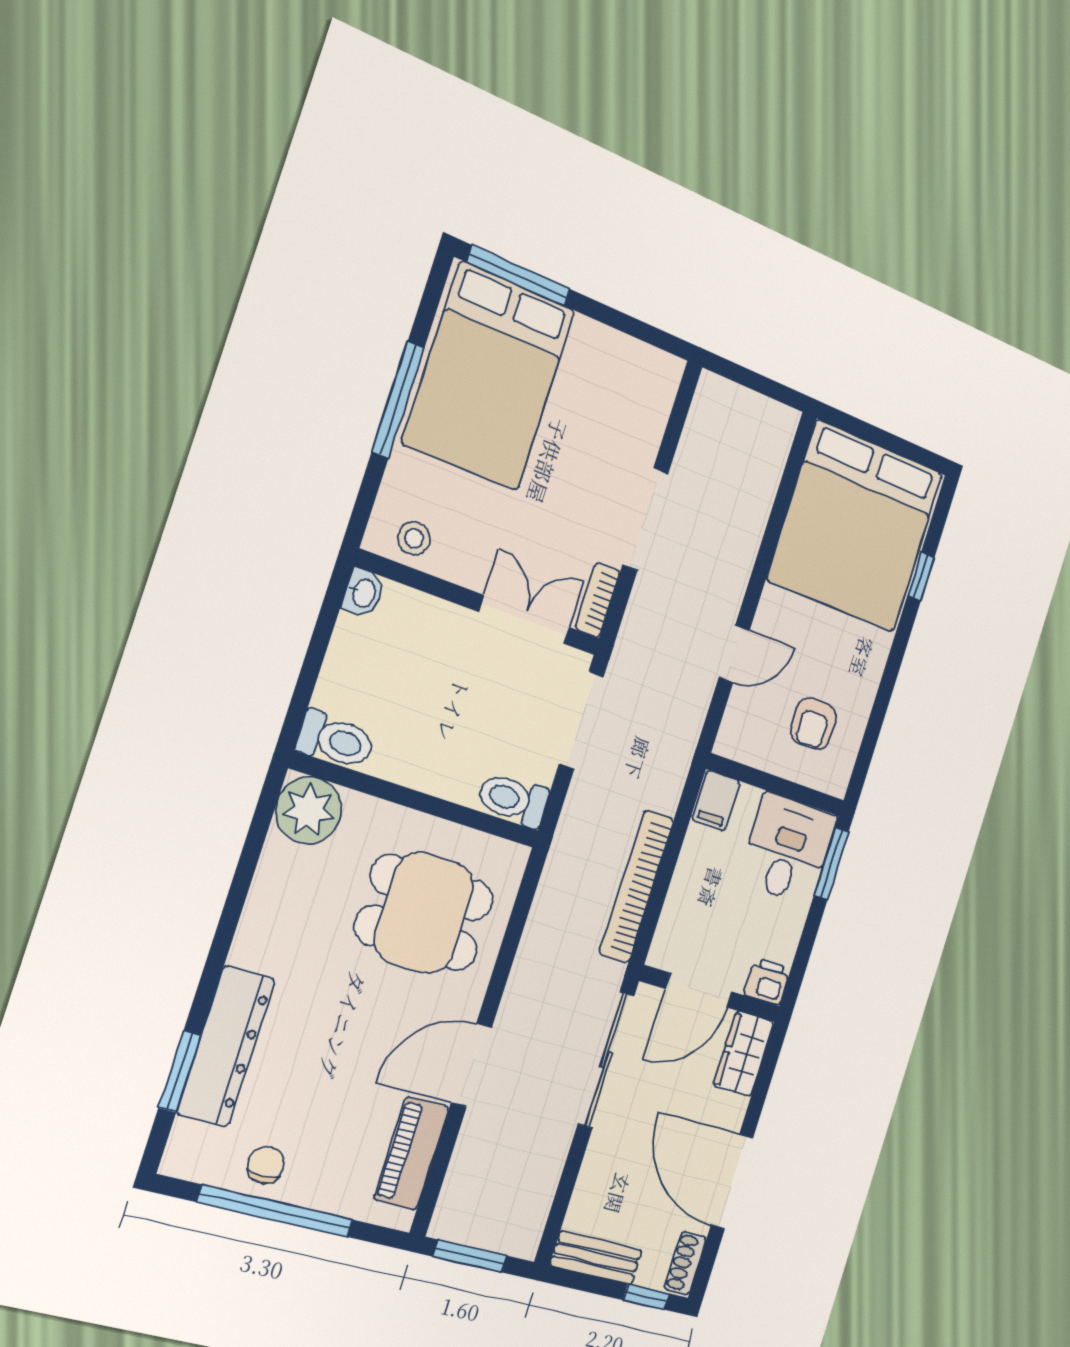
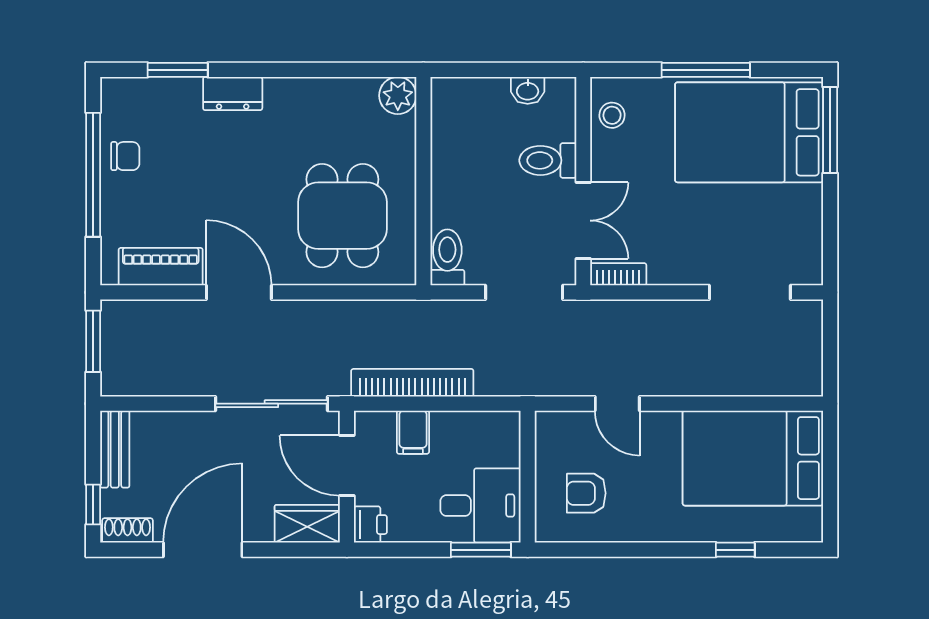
doorway: (645, 519) -> (750, 292), moved
bed: (855, 527) -> (753, 458), width x0.73
washbasin: (363, 593) -> (528, 90), moved
toilet: (336, 740) -> (548, 160), moved, turned 90
filing cabinet: (716, 800) -> (413, 432), moved, turned -90
plant: (309, 810) -> (398, 96), width x0.73, depth x0.73
dresser: (226, 1046) -> (233, 94), width x0.51, depth x0.80

